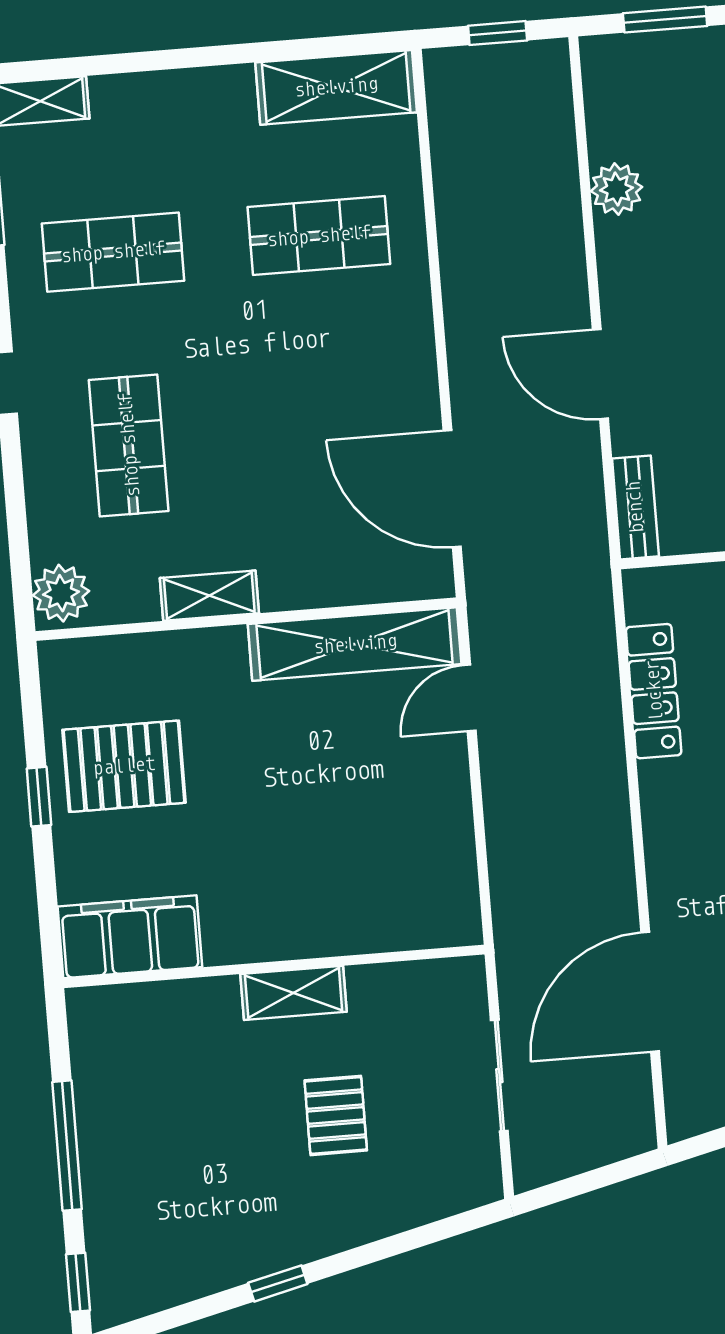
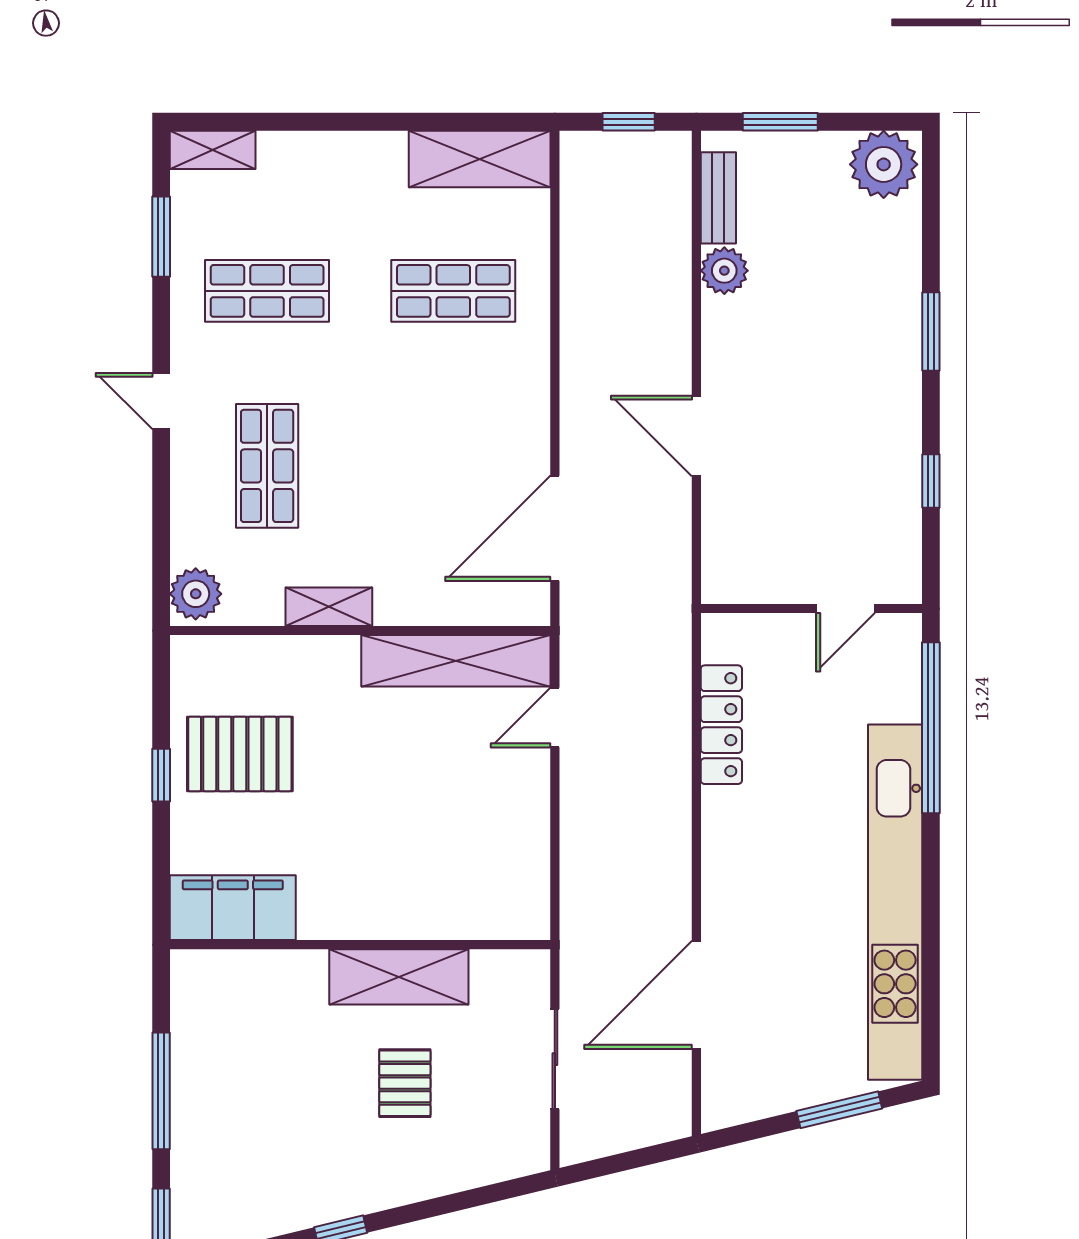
door: (452, 489) -> (555, 528), hinge flipped
bench: (635, 507) -> (718, 198), moved
shelving: (294, 993) -> (399, 977), width x1.50, depth x1.33

